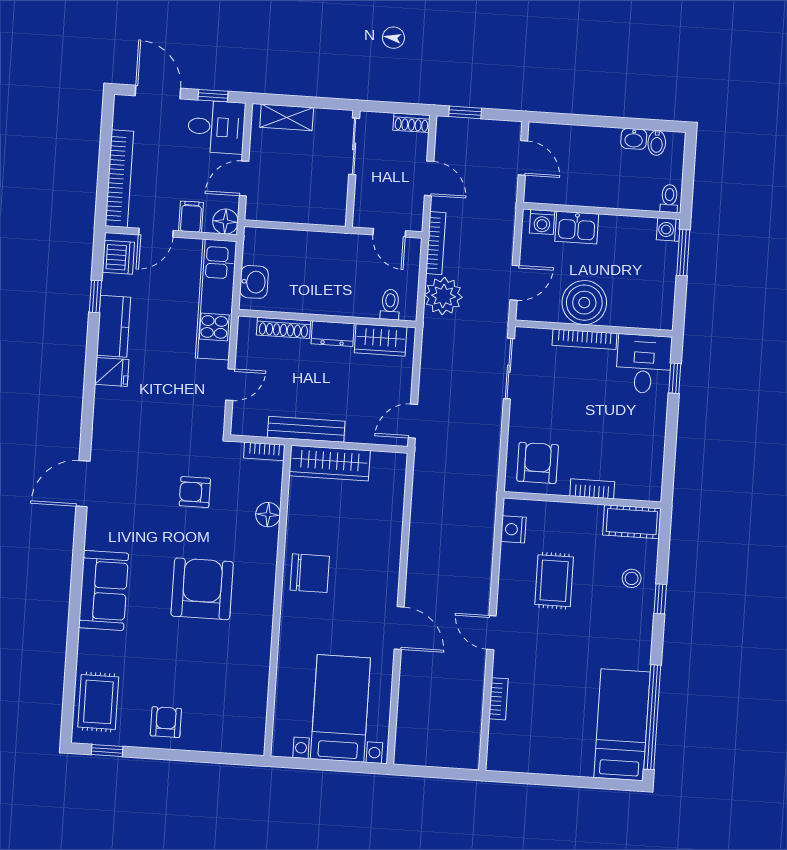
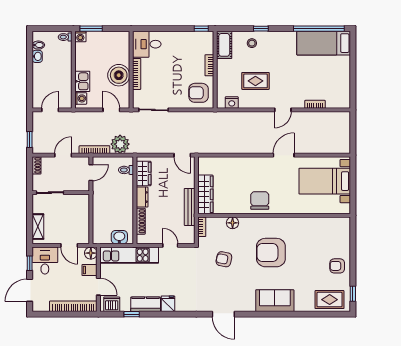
window: (675, 378) -> (201, 29), moved
armchair: (195, 492) -> (224, 259), turned 102

